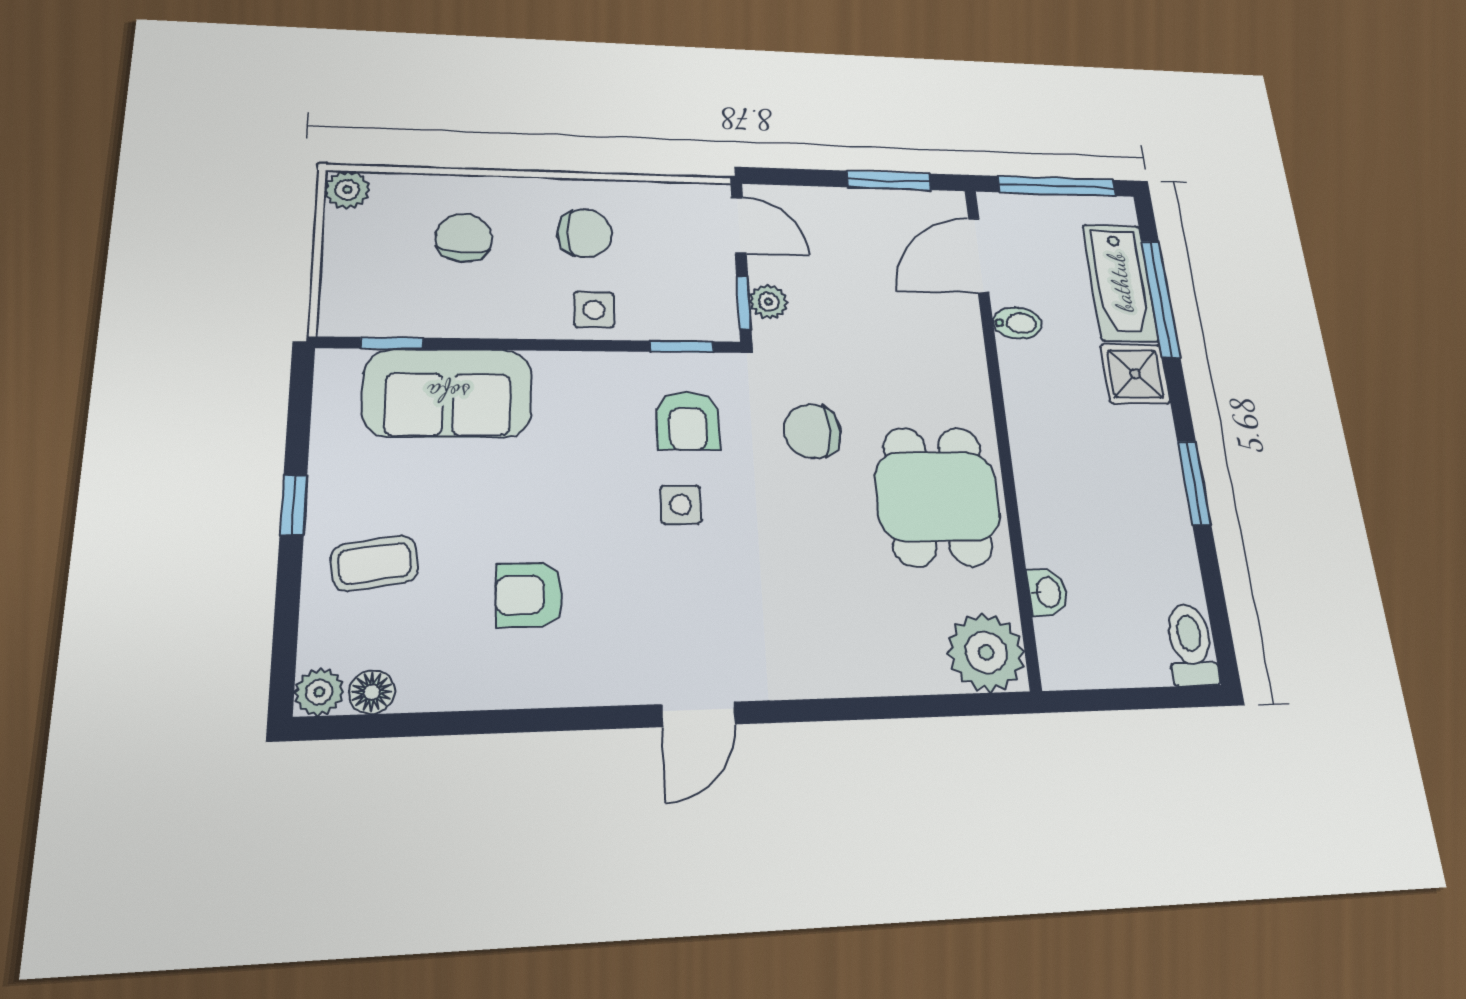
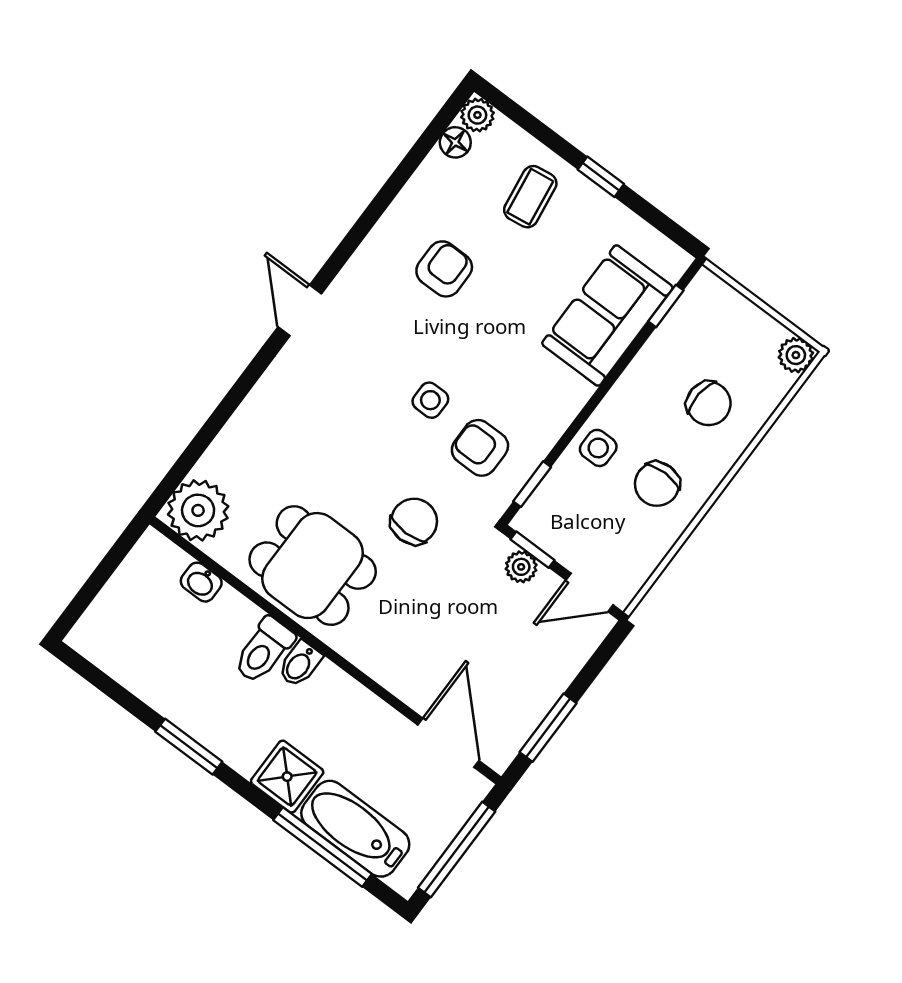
bidet: (1017, 323) -> (300, 664), moved
toilet: (1191, 645) -> (264, 650), moved, turned 90

